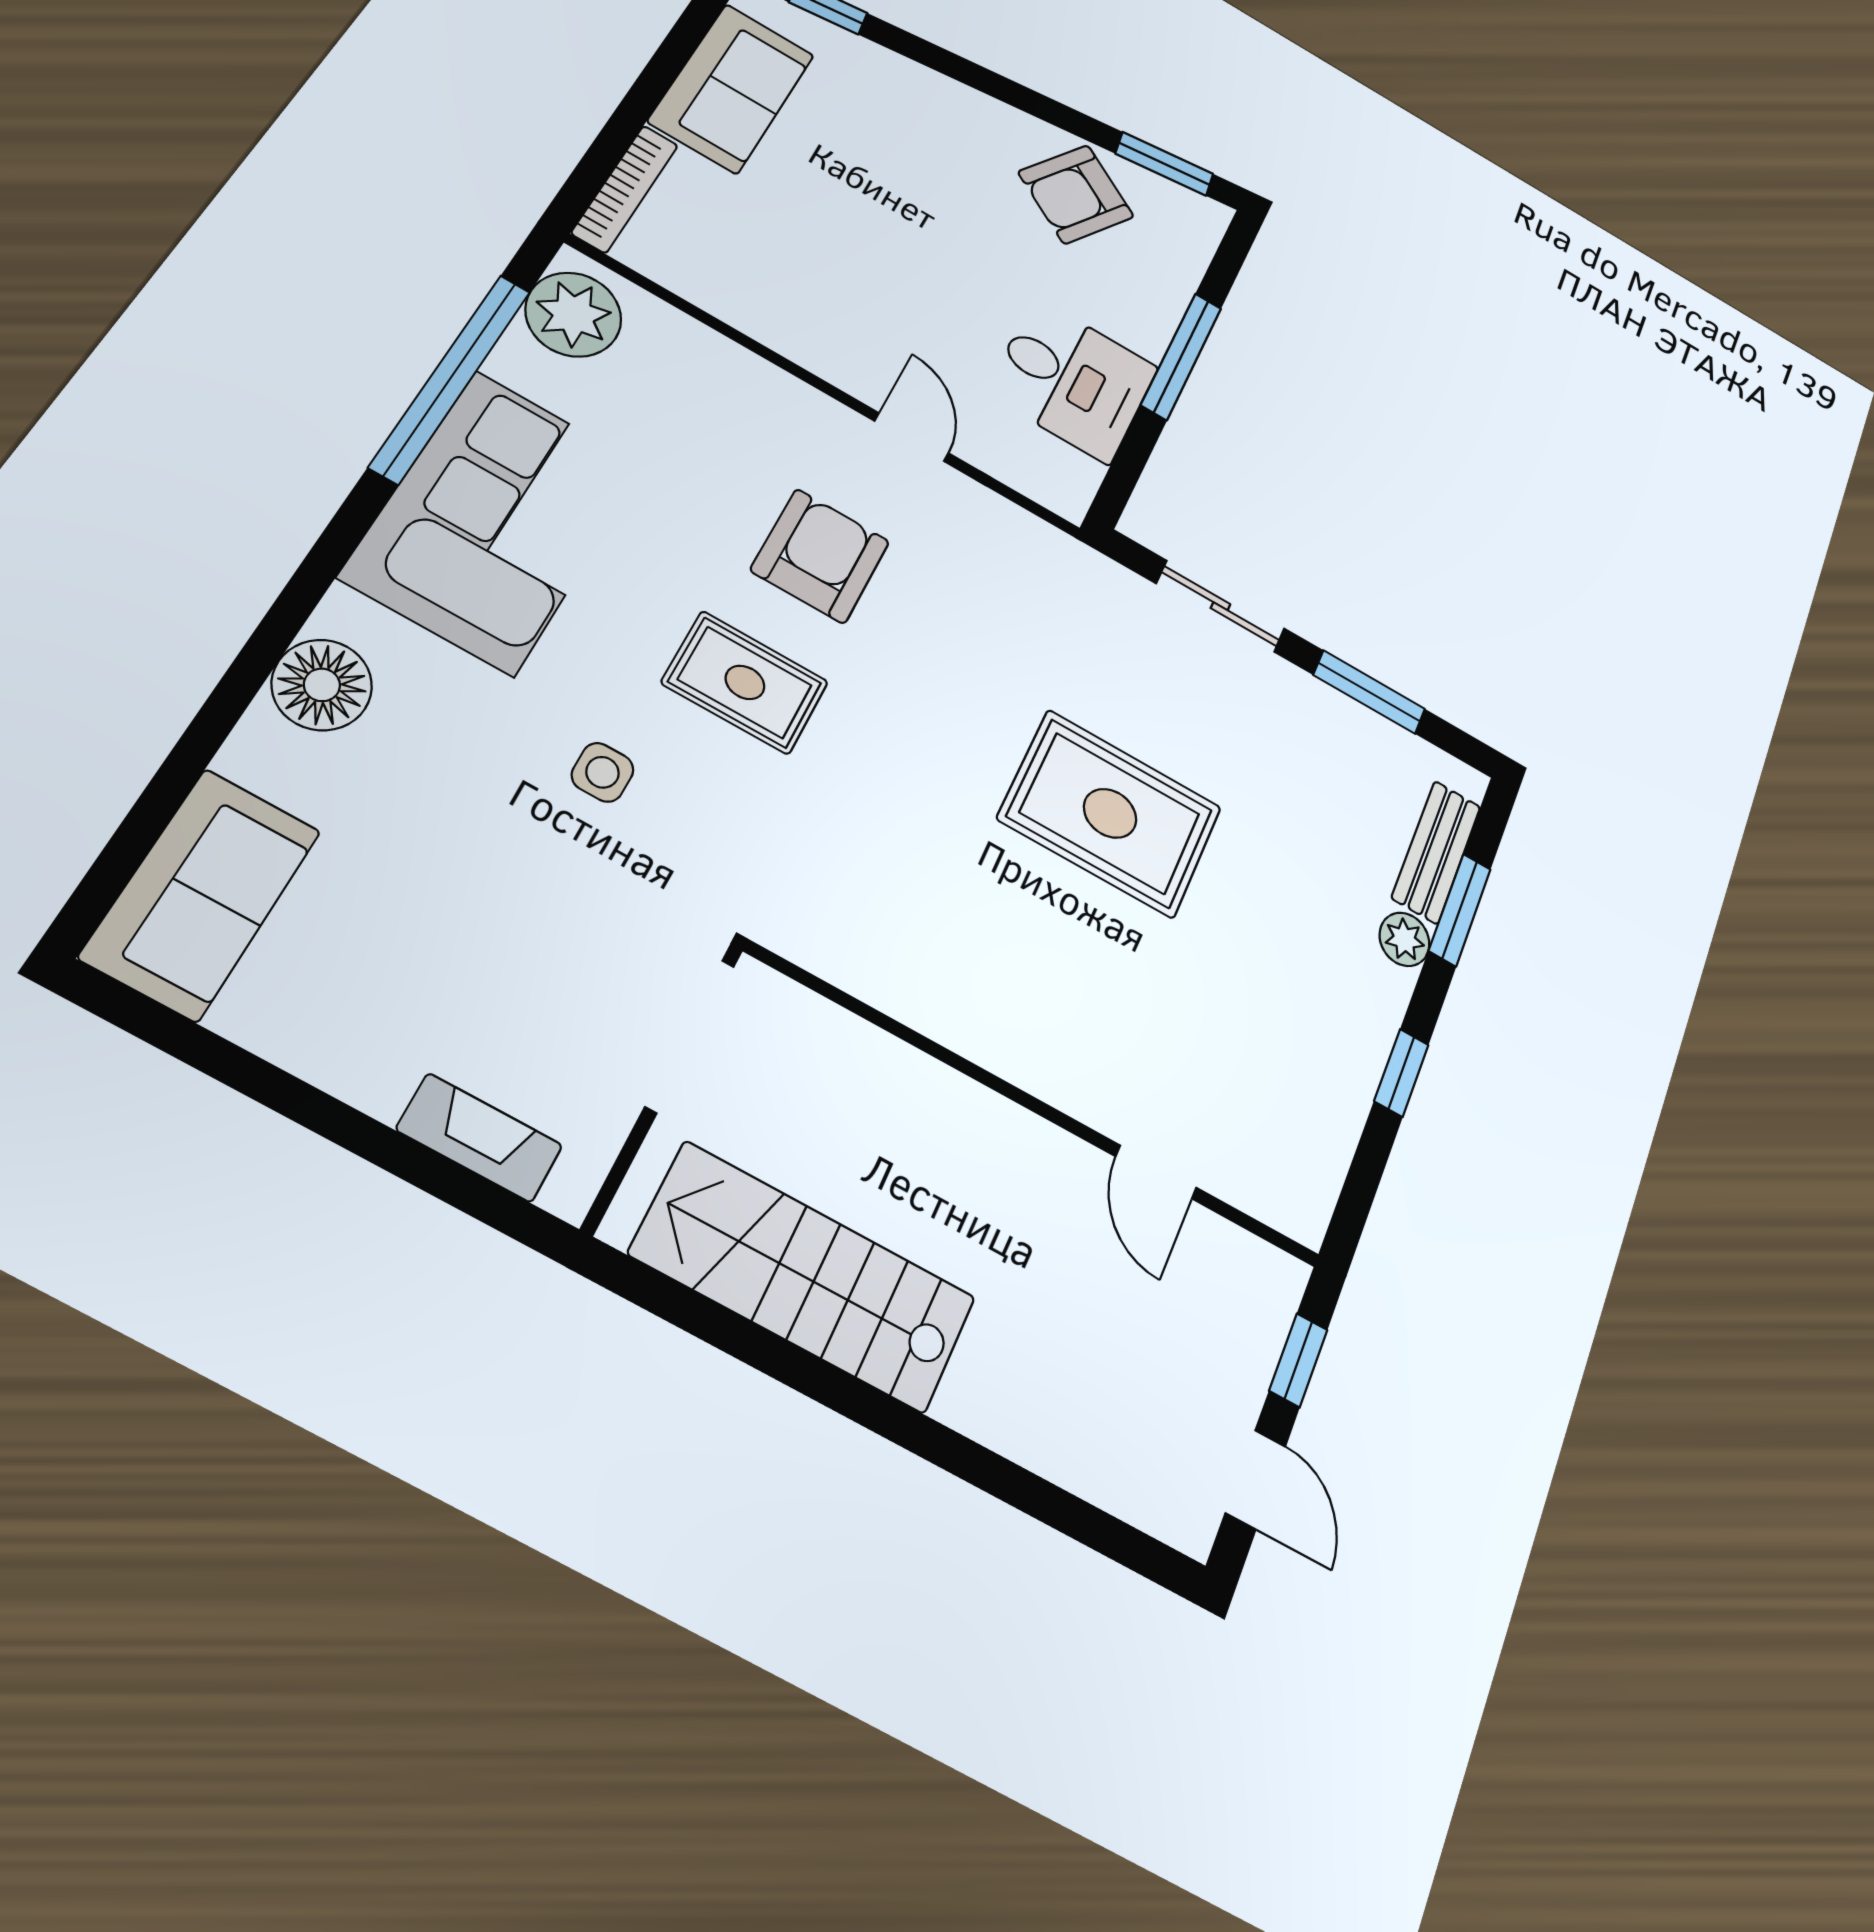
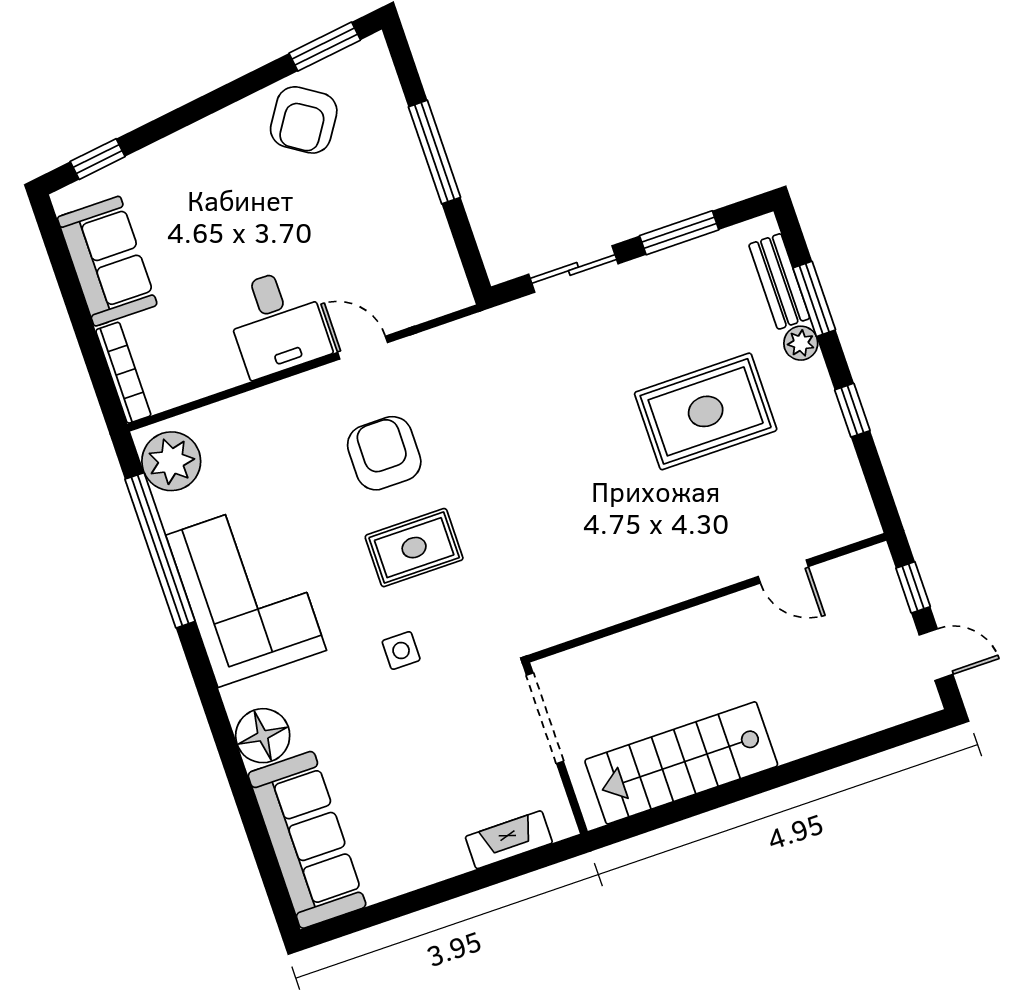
desk: (1072, 380) -> (277, 322), moved, turned 90
rug: (1110, 813) -> (706, 411), moved
sofa: (201, 894) -> (307, 840), width x1.36

